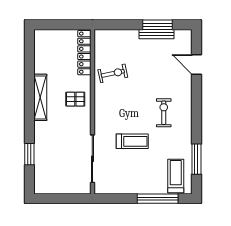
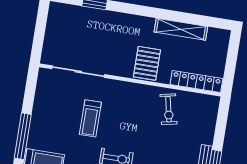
shelving: (40, 97) -> (181, 29), moved
pallet: (75, 99) -> (147, 63), width x1.50, depth x1.42

